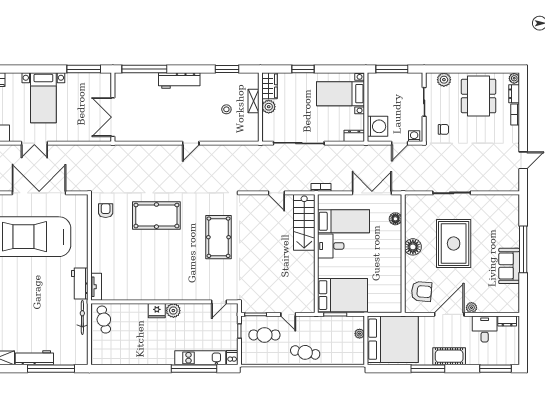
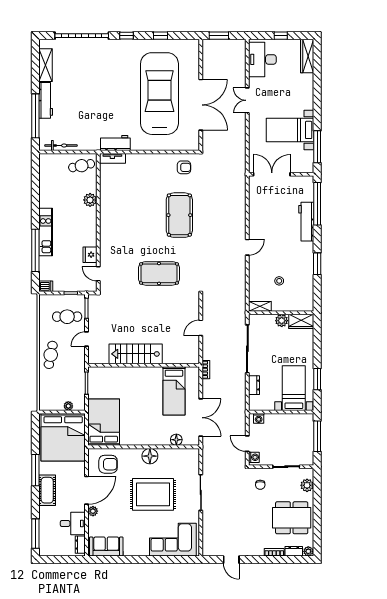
window: (227, 69) -> (317, 264), moved
window: (303, 69) -> (317, 379), moved
workbench: (179, 81) -> (306, 222), moved
bed with nightstands: (43, 98) -> (290, 130), moved
shelving: (254, 101) -> (260, 306), moved
washing machine: (377, 126) -> (259, 418), width x0.53, depth x0.53
dresser: (354, 136) -> (254, 385), moved
door: (191, 143) -> (247, 247), swing flipped
stairs: (304, 222) -> (136, 354), moved
corner sofa: (502, 222) -> (173, 540), added
desk: (331, 246) -> (151, 379), removed
window: (523, 249) -> (148, 560), removed
sofa: (509, 266) -> (106, 547), moved
armchair: (422, 291) -> (108, 464), turned -95
bed: (343, 295) -> (104, 422), moved, turned 180
fridge: (157, 311) -> (90, 255), moved
plant: (173, 311) -> (90, 200), moved
door: (449, 314) -> (87, 490), hinge flipped
bicycle: (82, 317) -> (61, 146), moved
cafe table: (264, 335) -> (67, 317), turned 90
kitchen unit: (200, 358) -> (46, 232), moved

